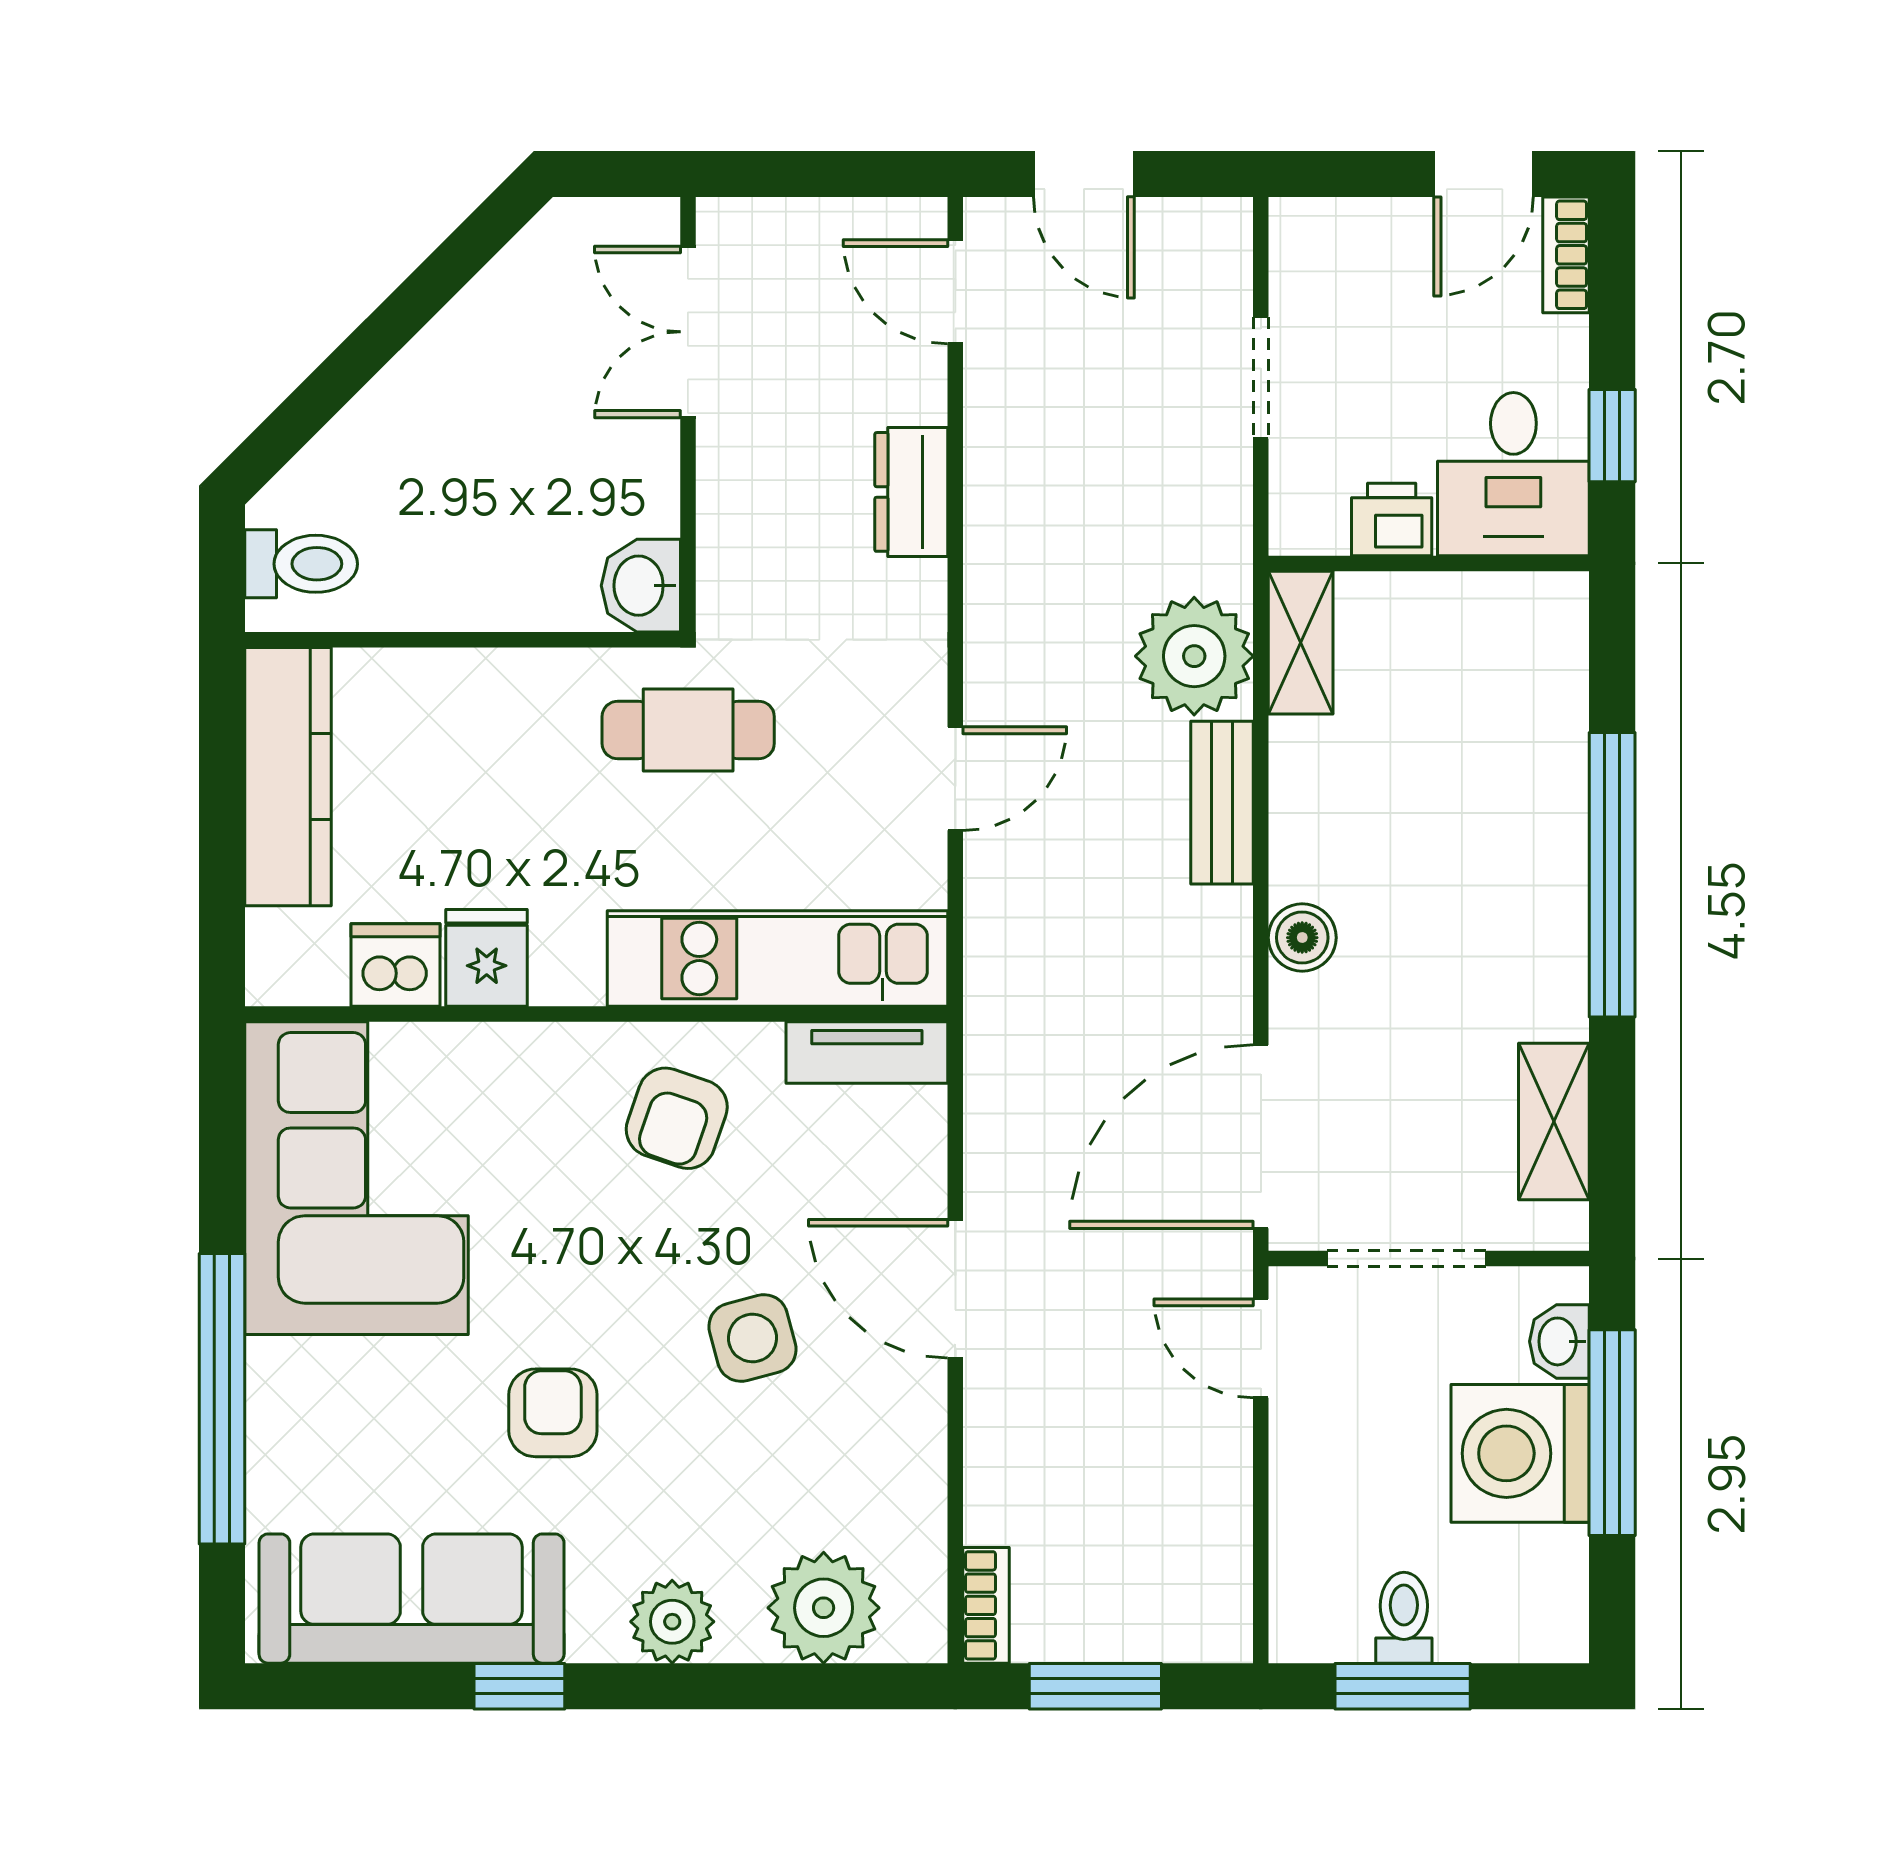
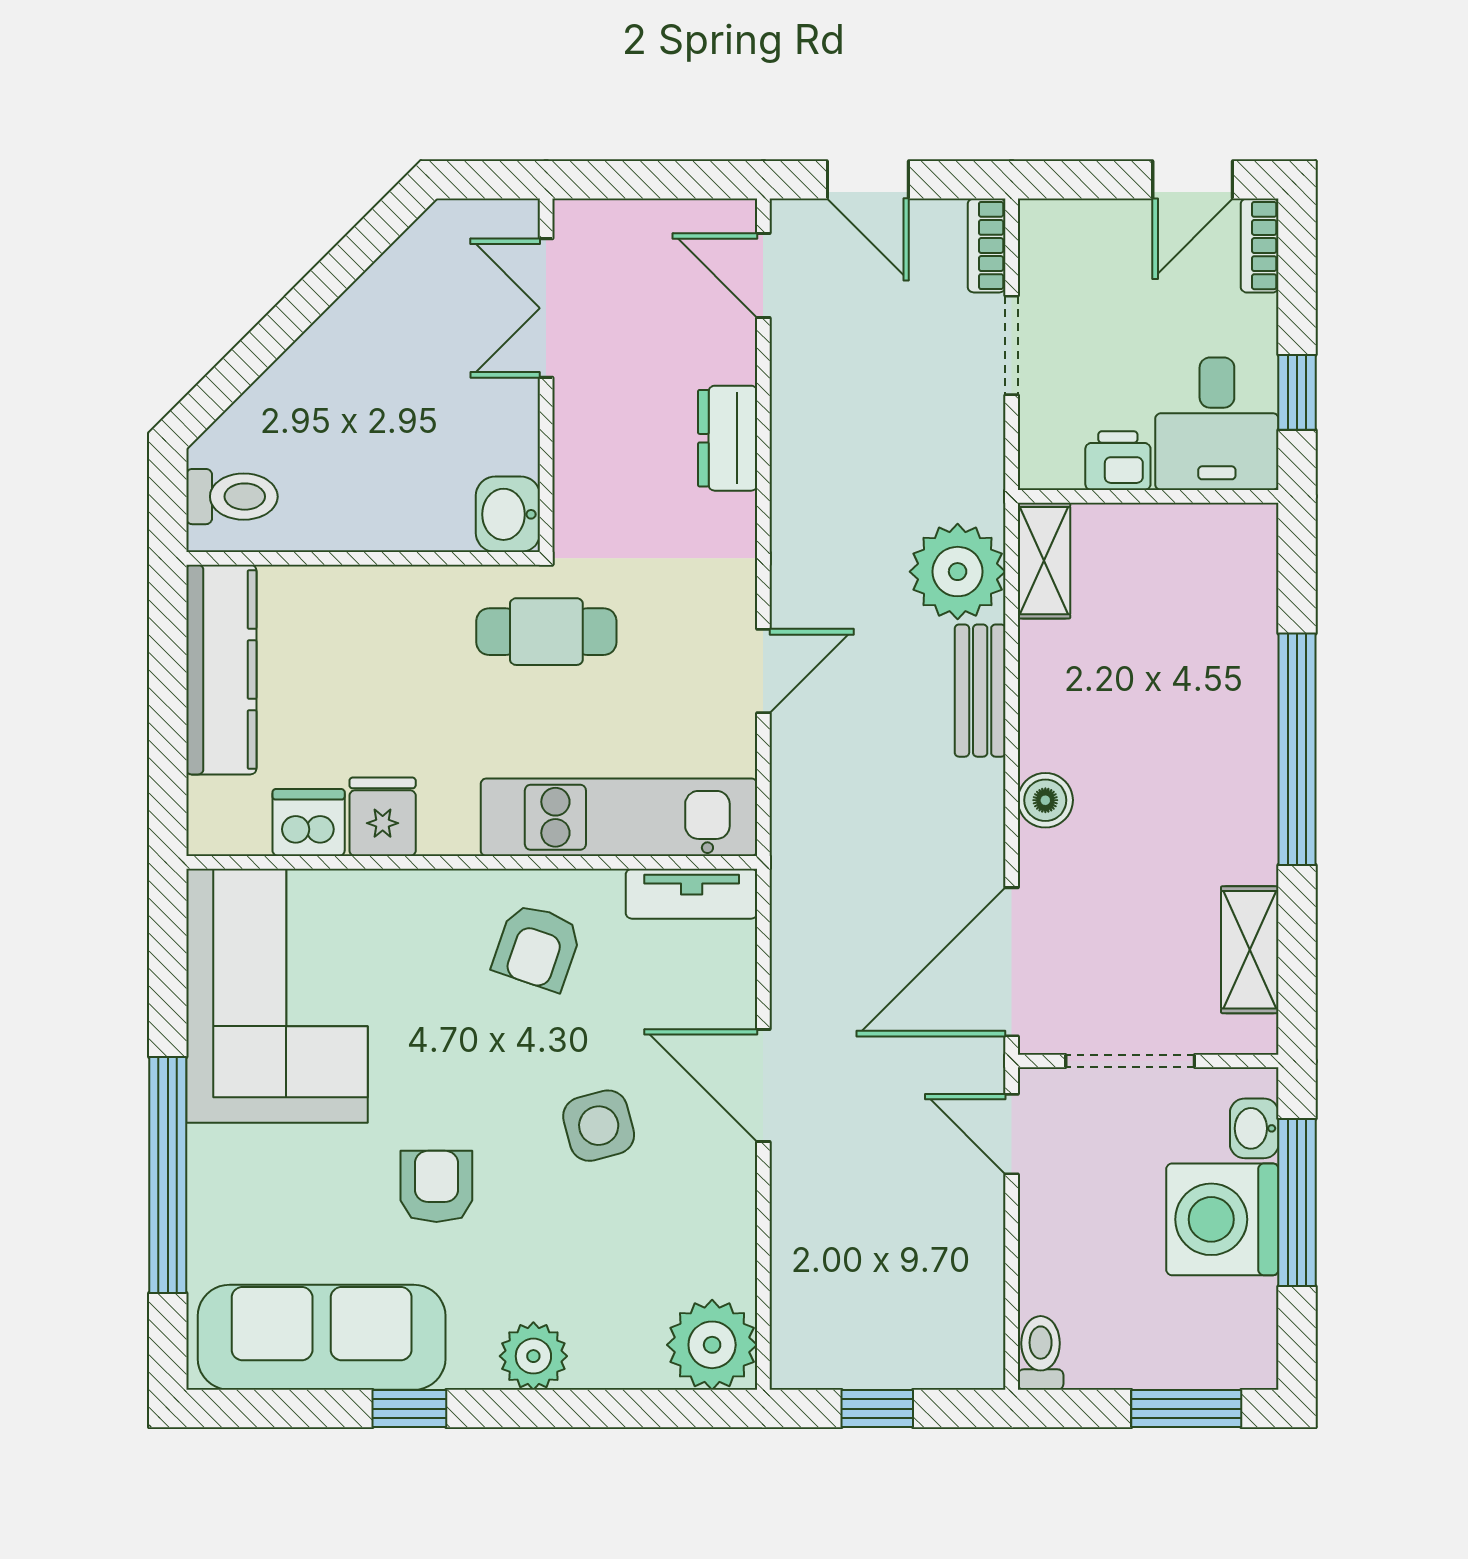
bookcase: (986, 1605) -> (987, 245), moved, turned 180
plant: (824, 1608) -> (712, 1345), moved
toilet: (1404, 1618) -> (1041, 1353), moved
window: (1095, 1686) -> (877, 1409), width x0.67
window: (1403, 1686) -> (1186, 1409), moved

